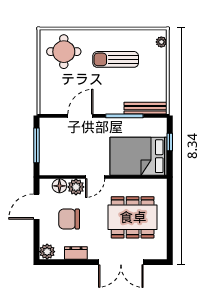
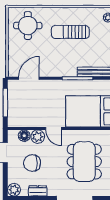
door: (80, 116) -> (29, 78), moved
door: (95, 177) -> (53, 129), hinge flipped
dining table: (133, 217) -> (84, 162), turned 90

